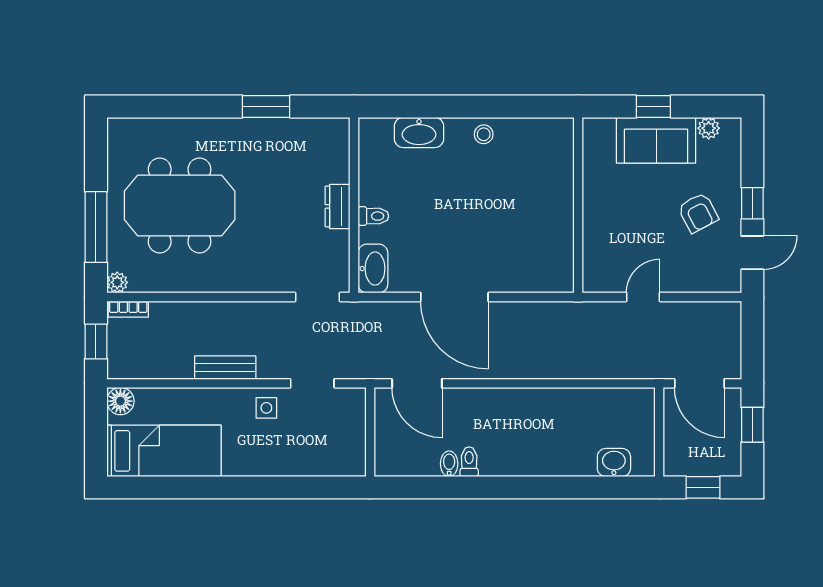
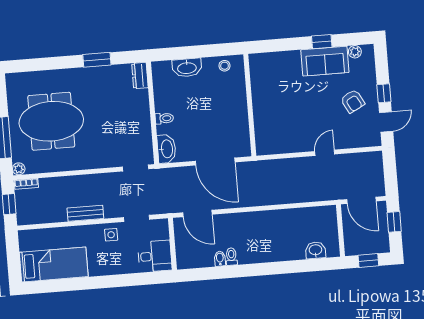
wall: (578, 205) -> (250, 105), moved
dresser: (337, 206) -> (140, 75), moved
floor lamp: (120, 401) -> (26, 238), removed
desk: (338, 451) -> (155, 256), added

